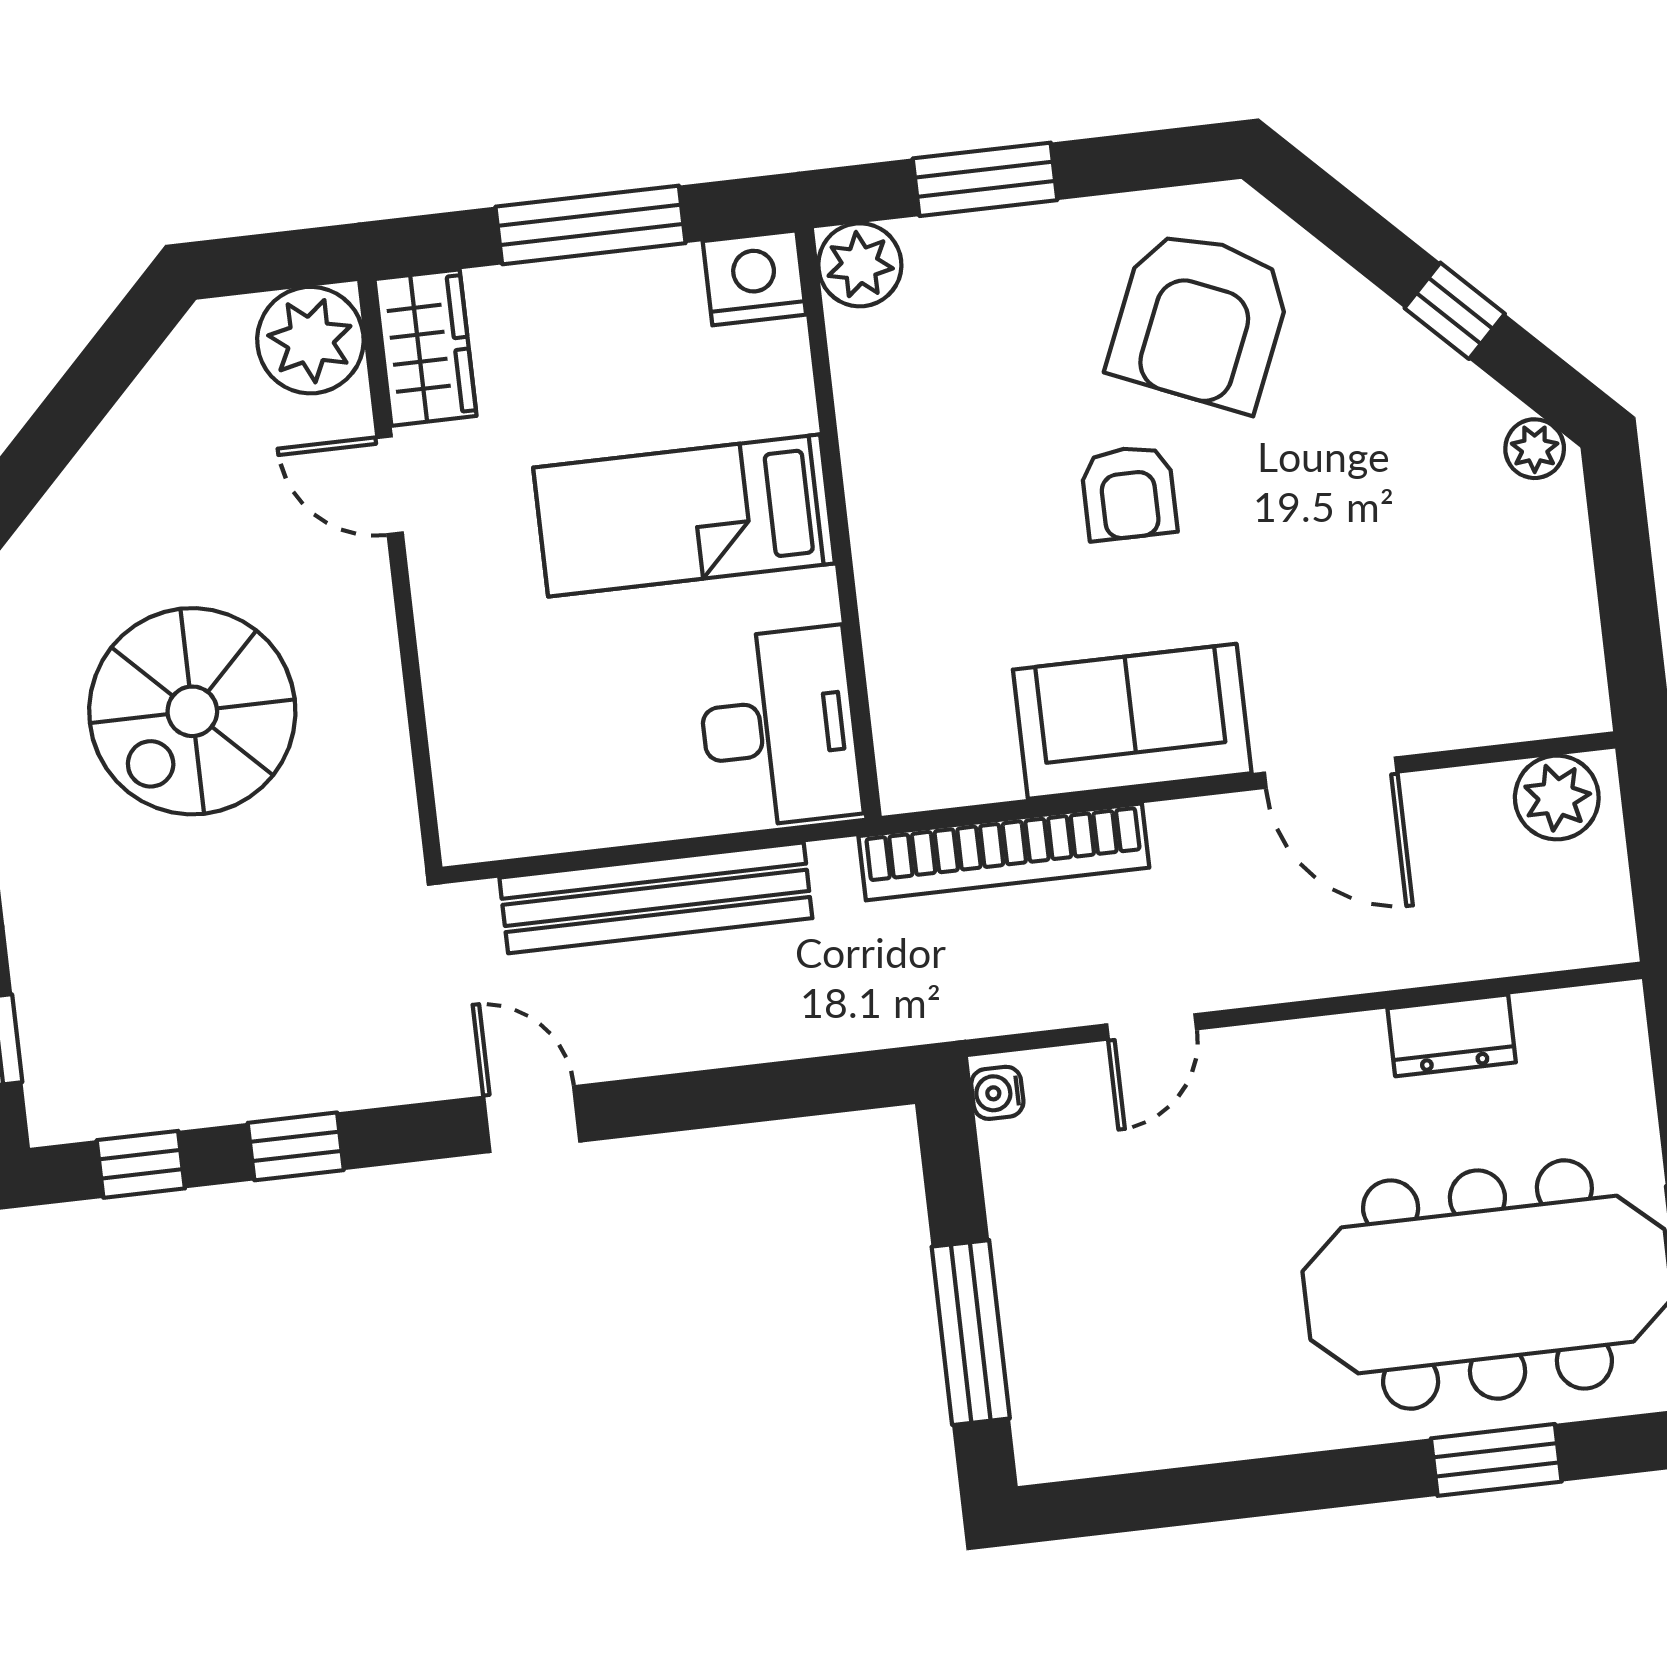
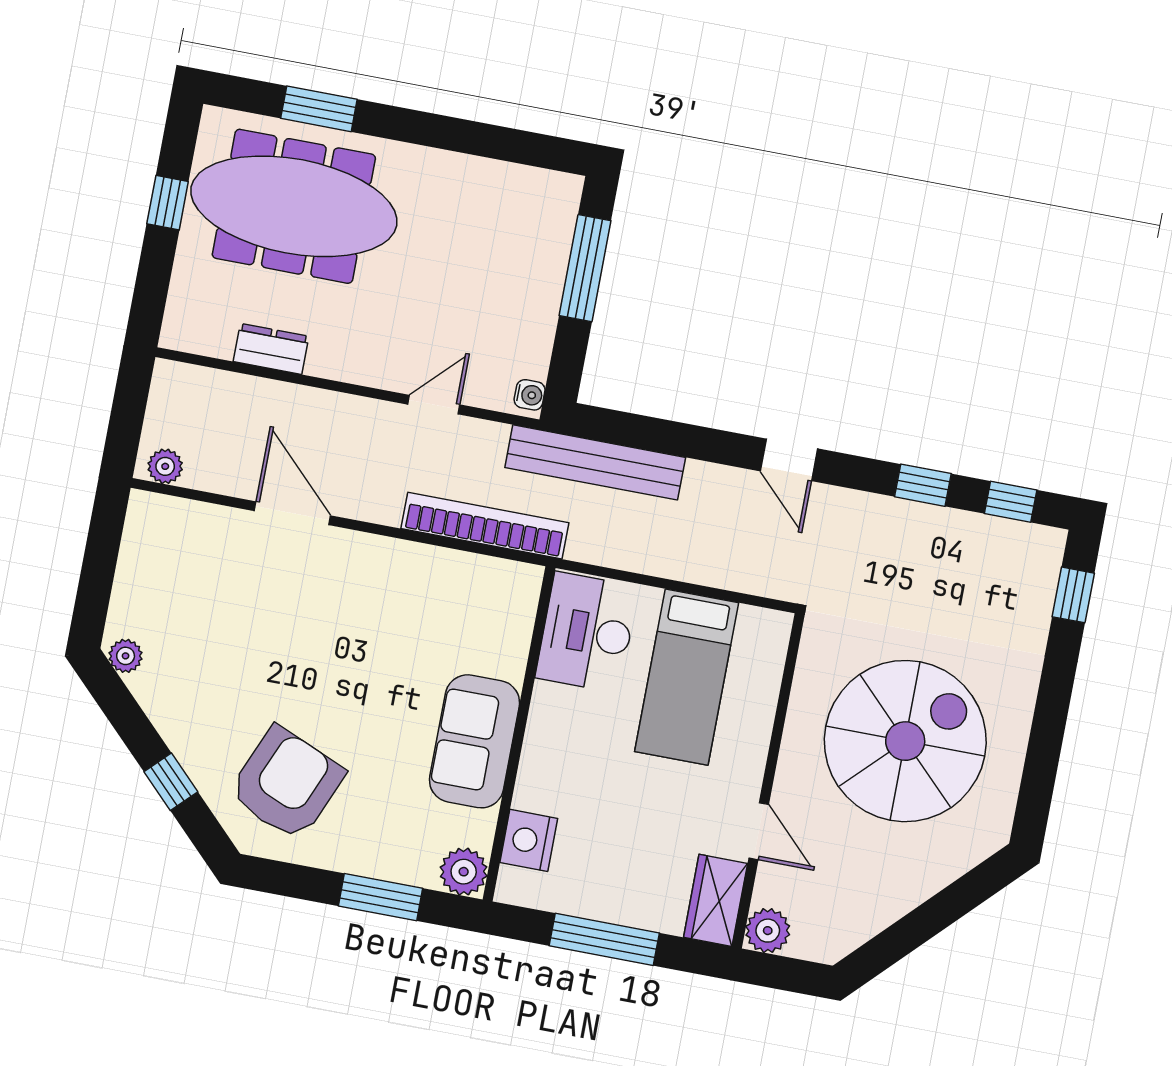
nightstand: (754, 278) -> (529, 840), moved, turned 90
window: (1455, 311) -> (171, 782), moved
plant: (310, 340) -> (768, 931), width x0.73, depth x0.73
armchair: (1129, 493) -> (355, 701), removed
bed: (684, 515) -> (687, 677), moved, turned 90
spiral stairs: (192, 711) -> (905, 741), width x1.37, depth x1.37
sofa: (1132, 721) -> (474, 741), moved, turned 90
plant: (1557, 797) -> (165, 466), width x0.73, depth x0.73
bench: (656, 898) -> (595, 462), moved

